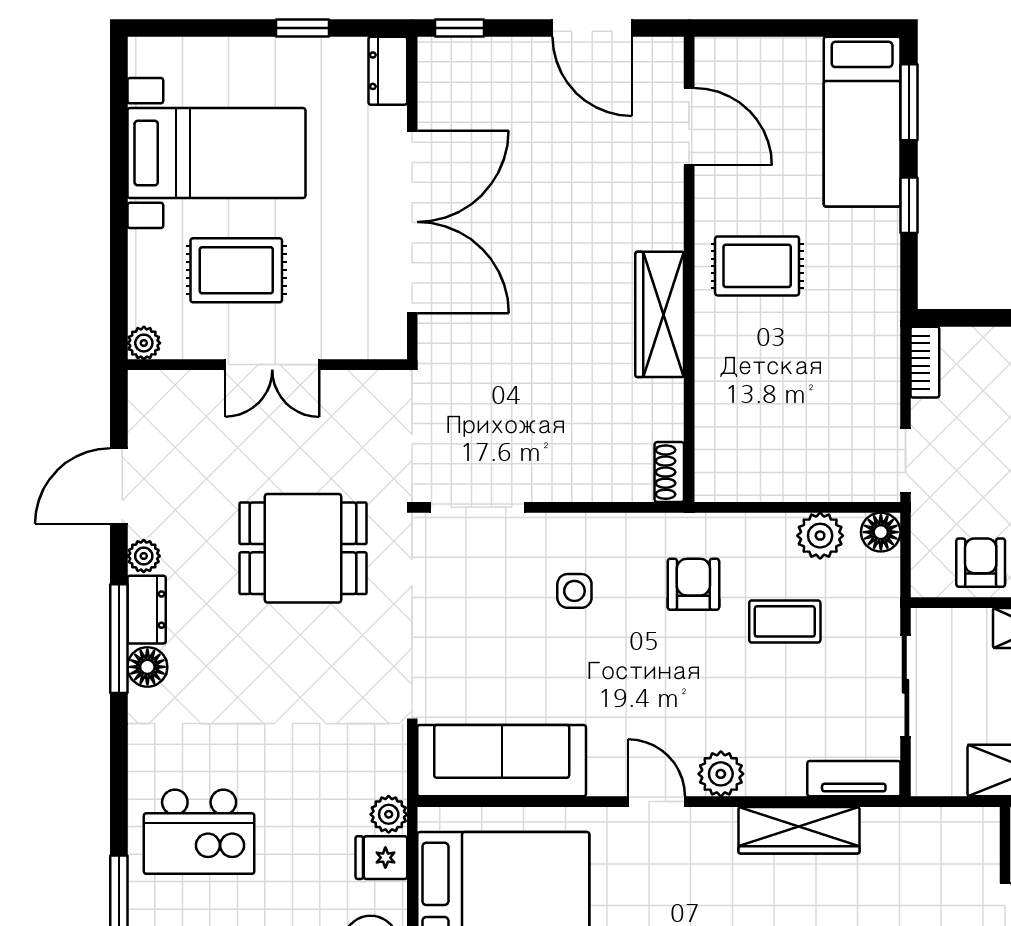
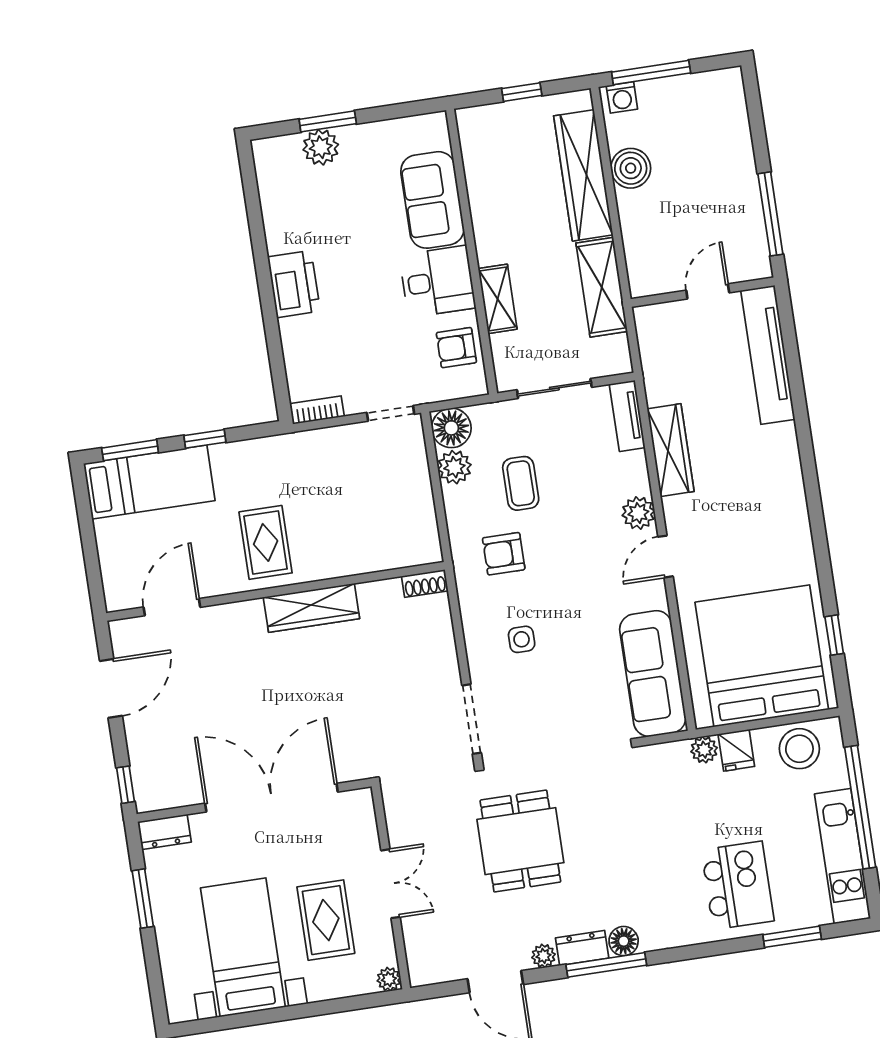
window: (303, 28) -> (143, 899), width x1.50
floor lamp: (881, 532) -> (451, 428), width x1.38, depth x1.38

